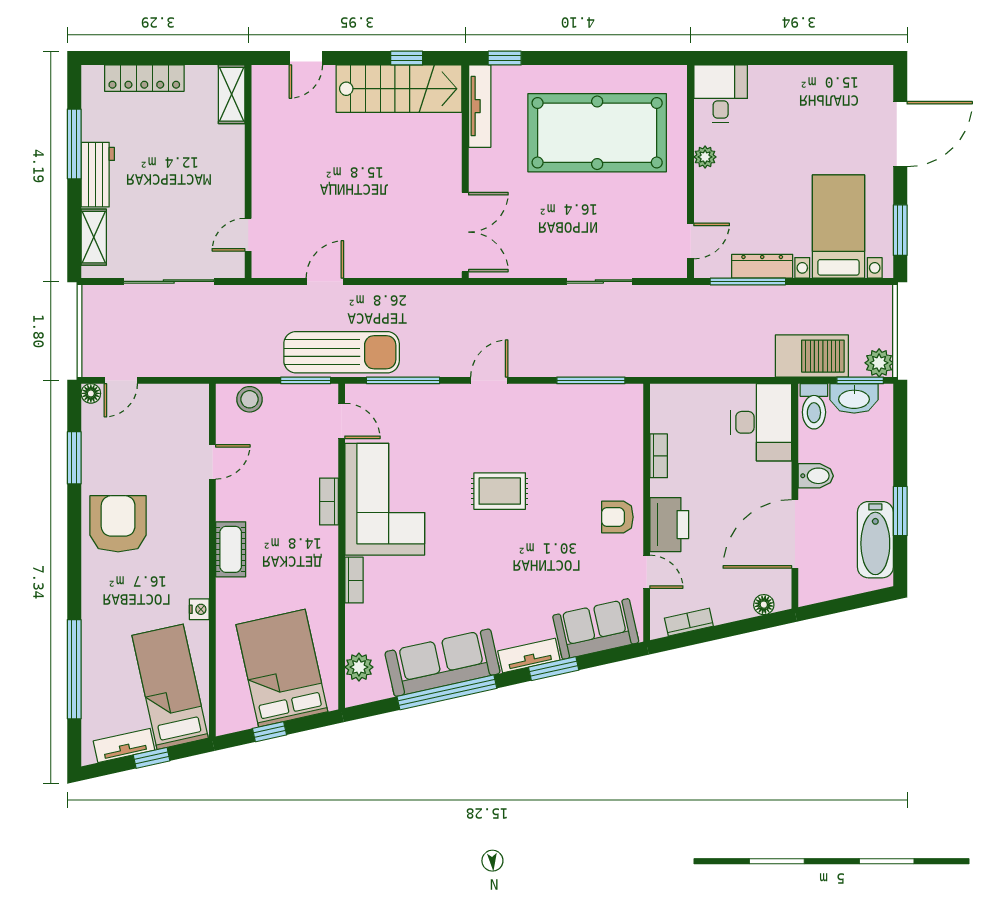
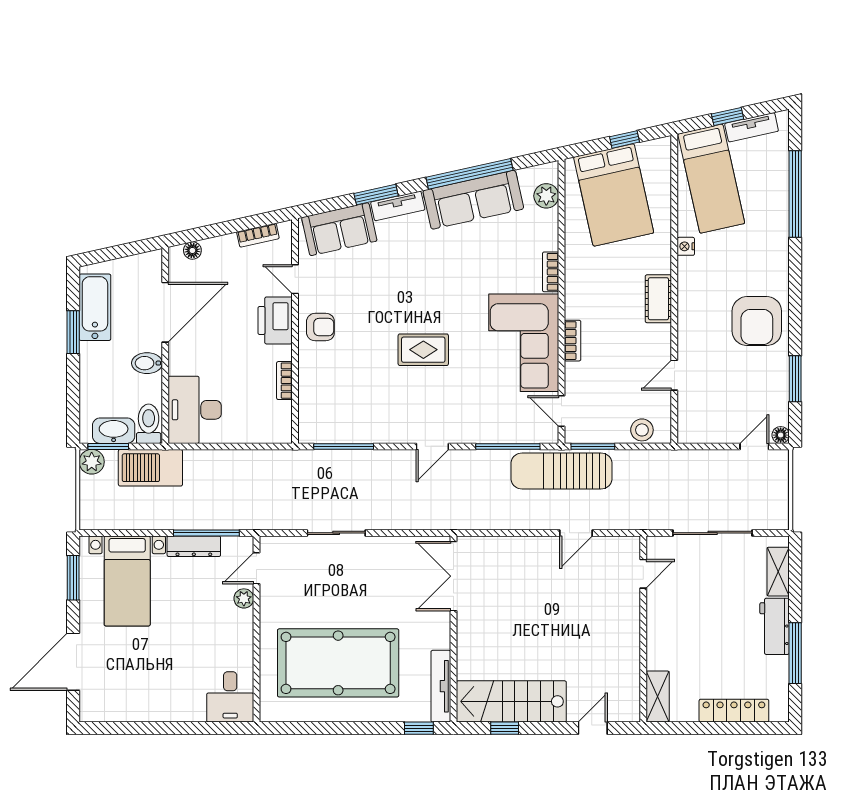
plant: (705, 157) -> (244, 598), moved

